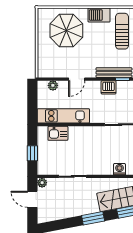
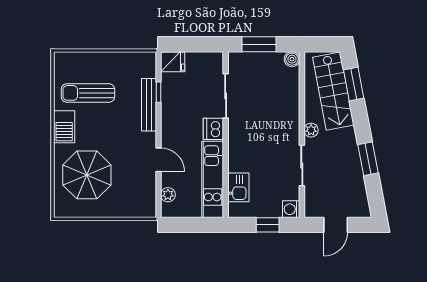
dishwasher: (109, 87) -> (213, 129), moved, turned 180
washing machine: (120, 169) -> (291, 209), moved
plant: (42, 183) -> (311, 130), moved
window: (93, 218) -> (368, 159), moved

